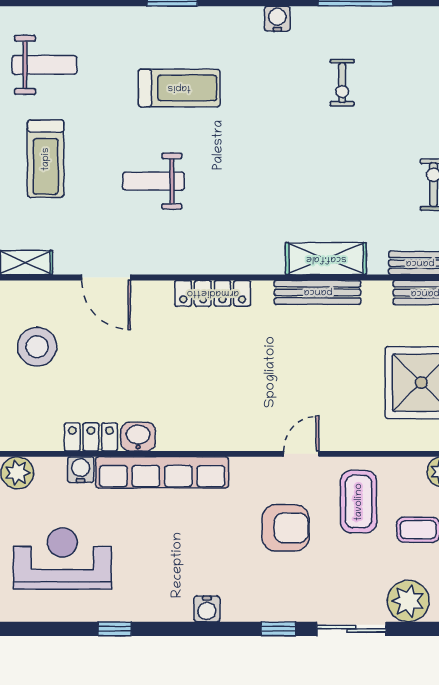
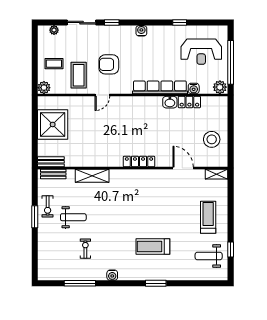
weight bench: (153, 181) -> (73, 217), moved
bench: (318, 292) -> (96, 162), removed
plant: (408, 601) -> (54, 30), width x0.53, depth x0.53

